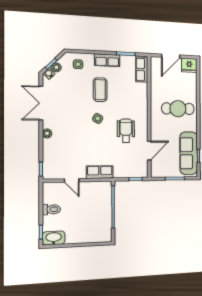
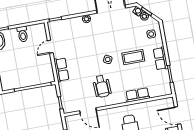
row of seats: (142, 70) -> (138, 95), moved
wheelchair: (126, 131) -> (102, 86), turned 87

